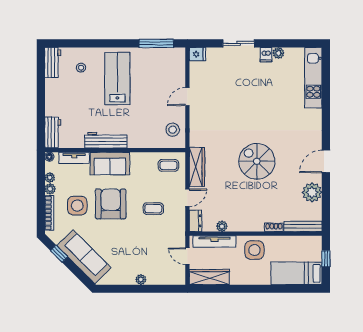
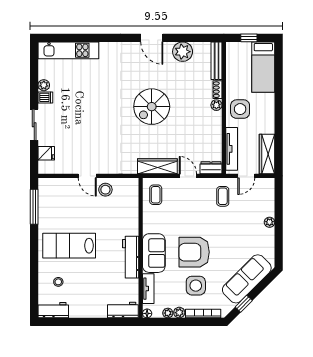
fridge: (197, 54) -> (46, 153), moved, turned 90
stool: (173, 130) -> (105, 190), moved
coffee table: (153, 209) -> (223, 196), moved
plant: (222, 226) -> (216, 105), moved

